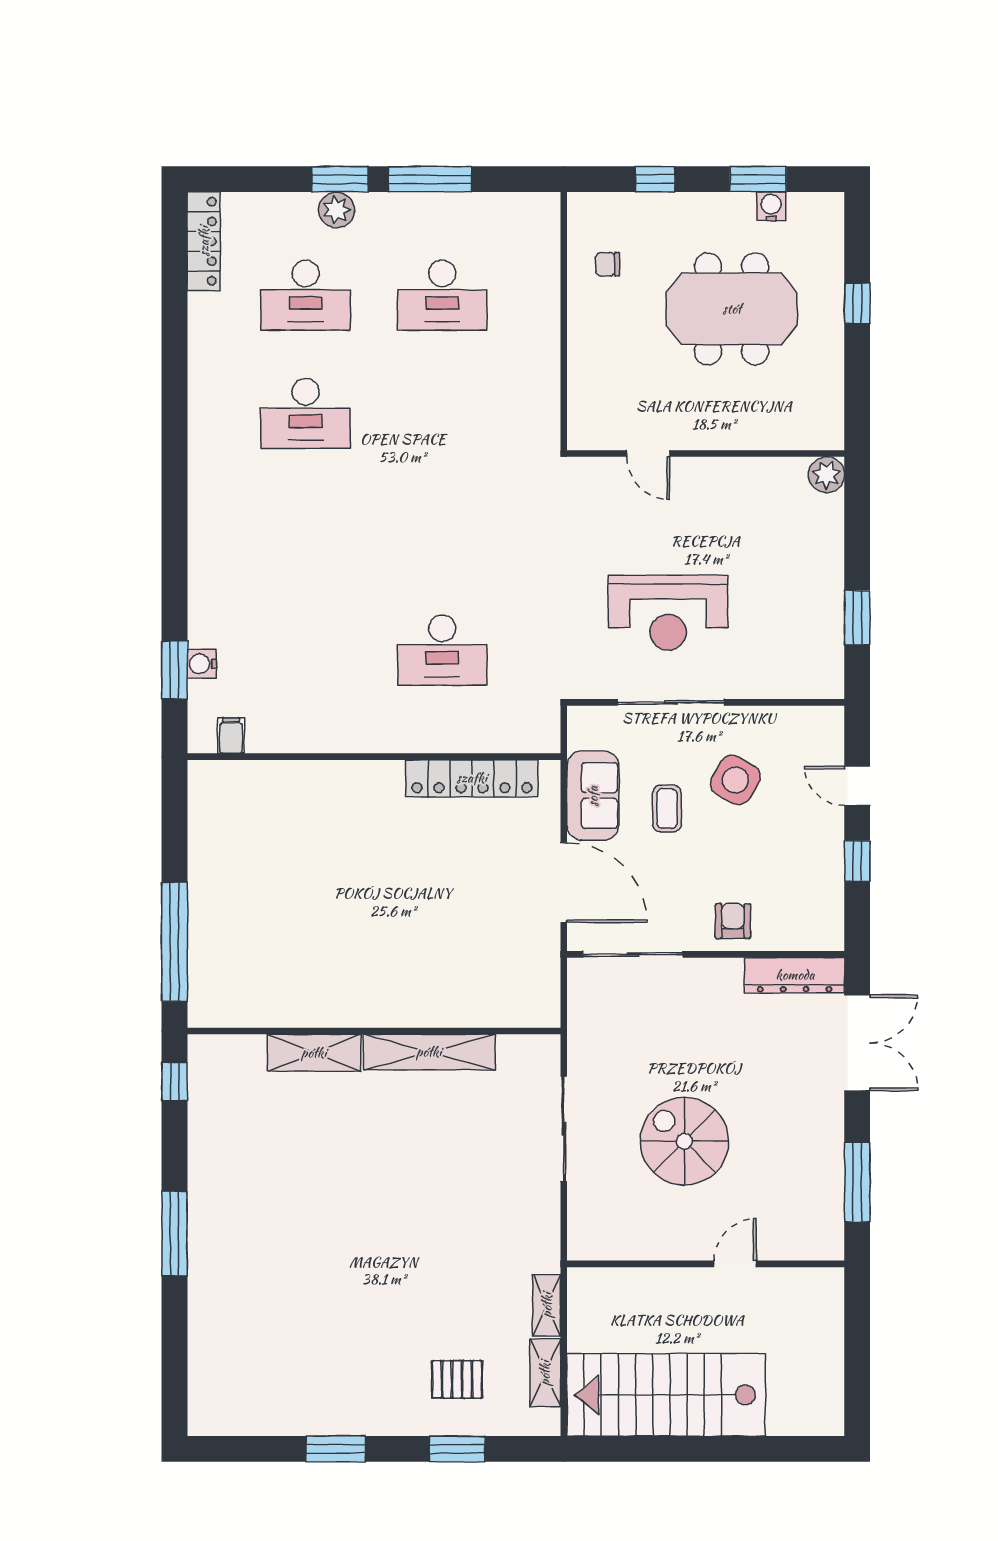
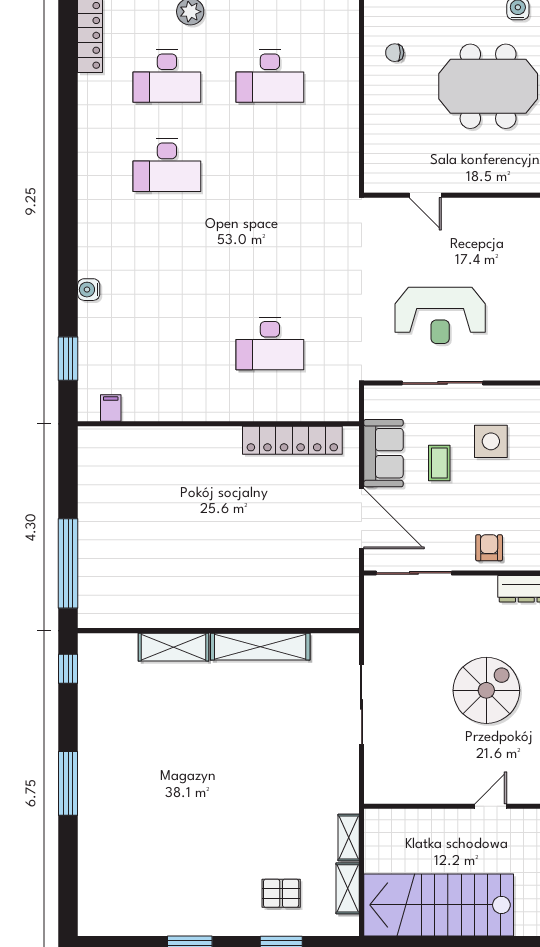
water cooler: (202, 664) -> (89, 290), moved
side table: (735, 780) -> (491, 441), turned -30
spiral stairs: (684, 1141) -> (486, 690), moved, turned 90

